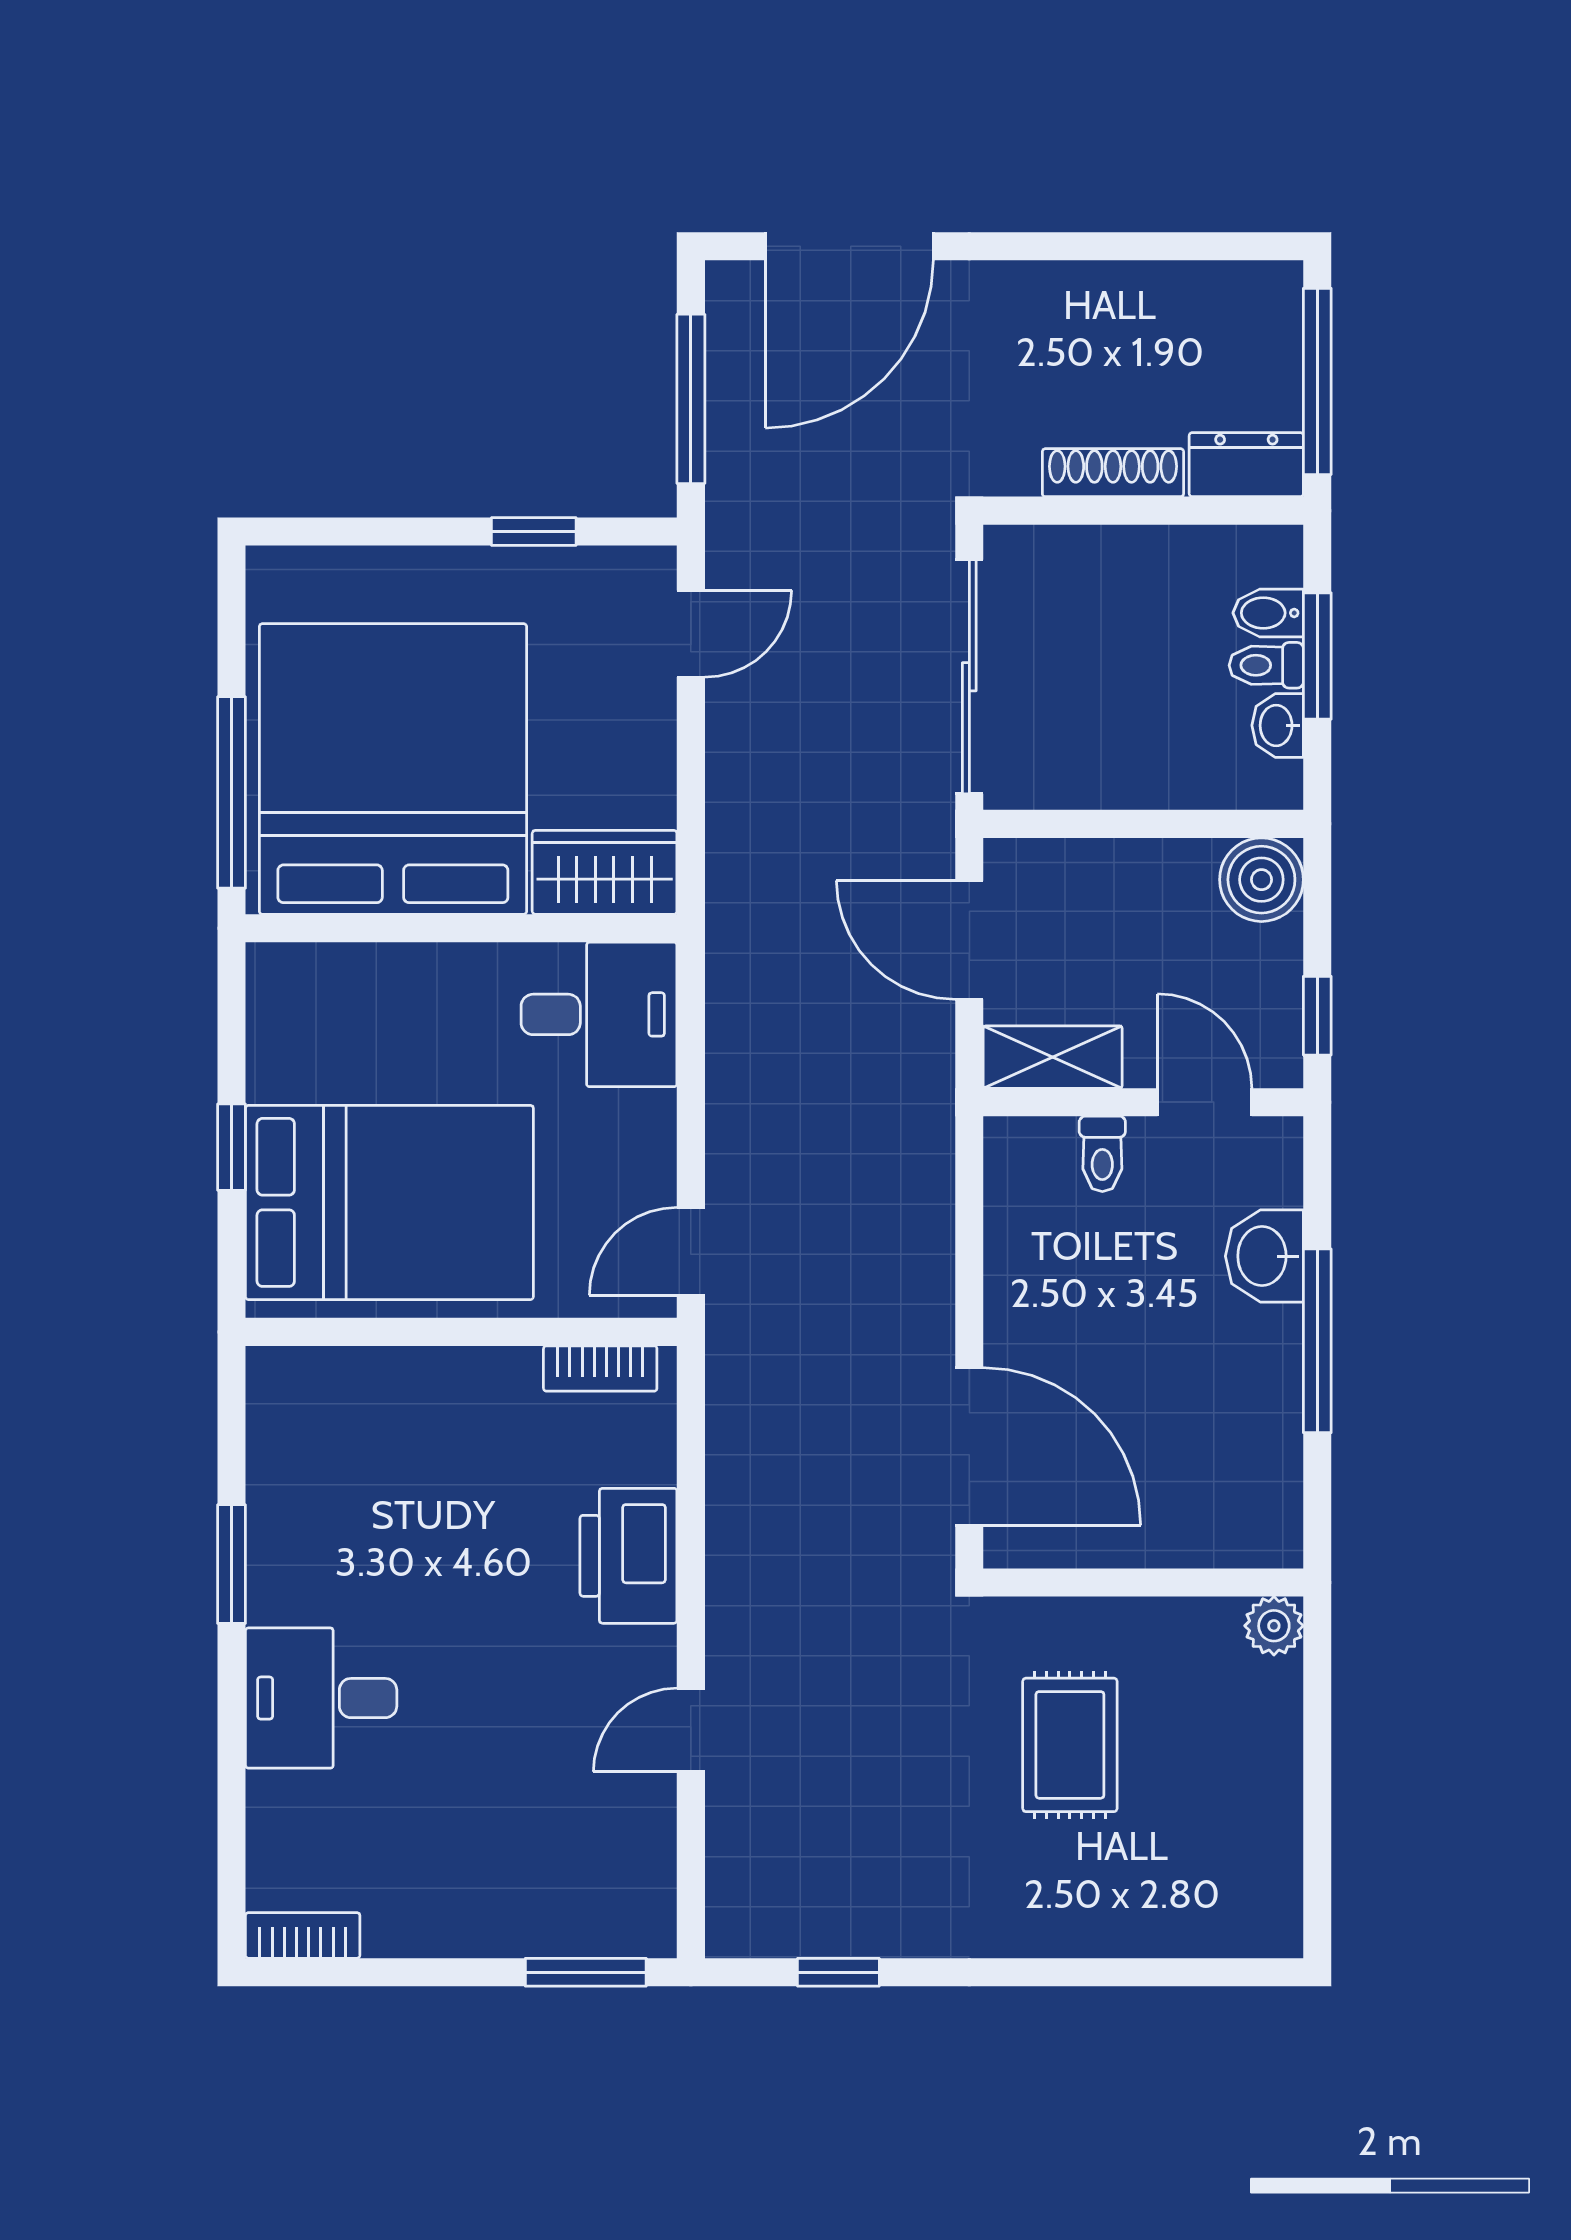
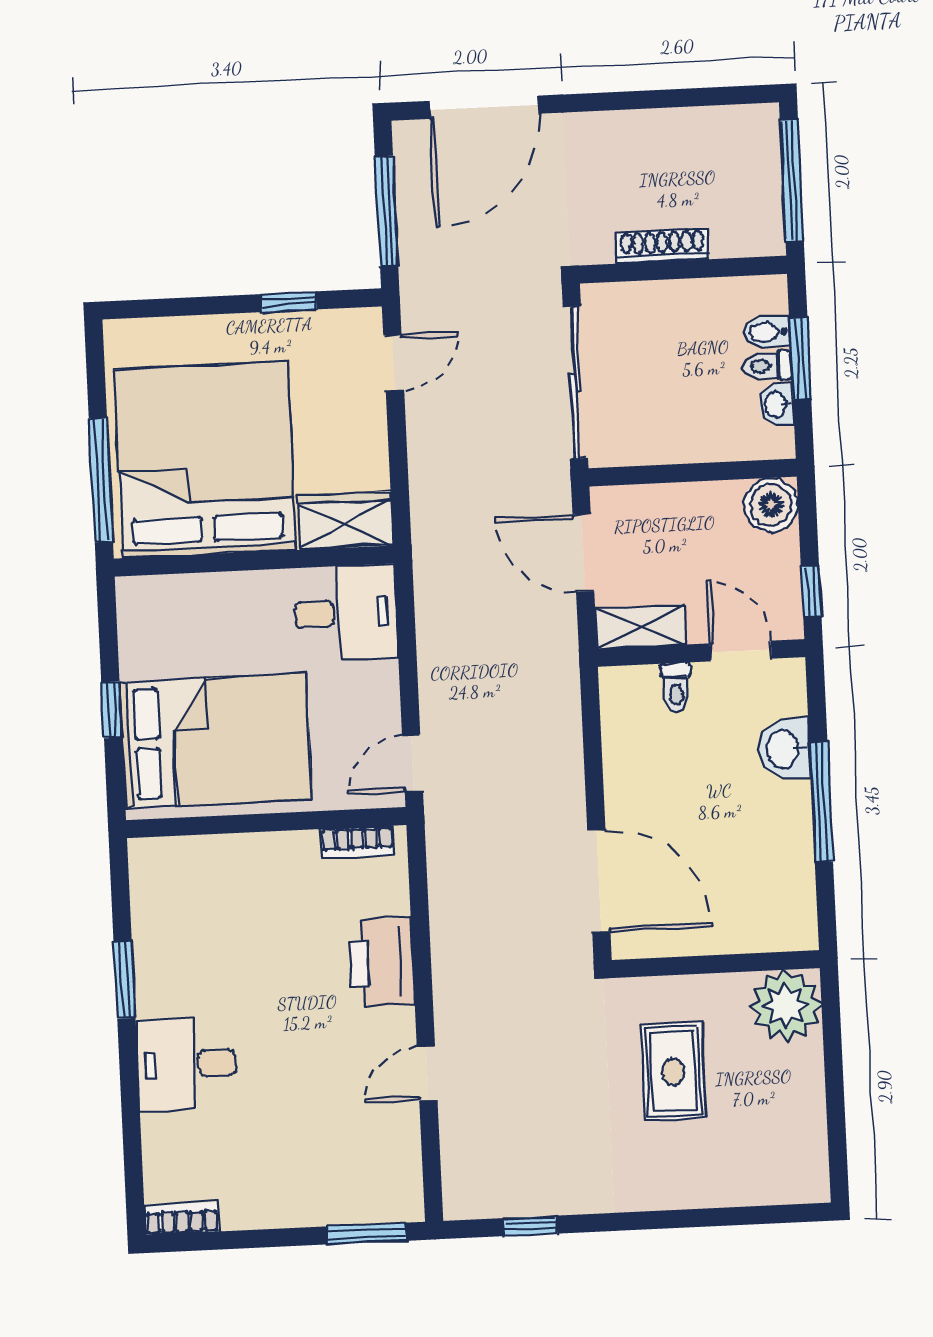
dresser: (1246, 465) -> (748, 237), removed
plant: (1274, 1626) -> (786, 1006), width x1.87, depth x1.87

